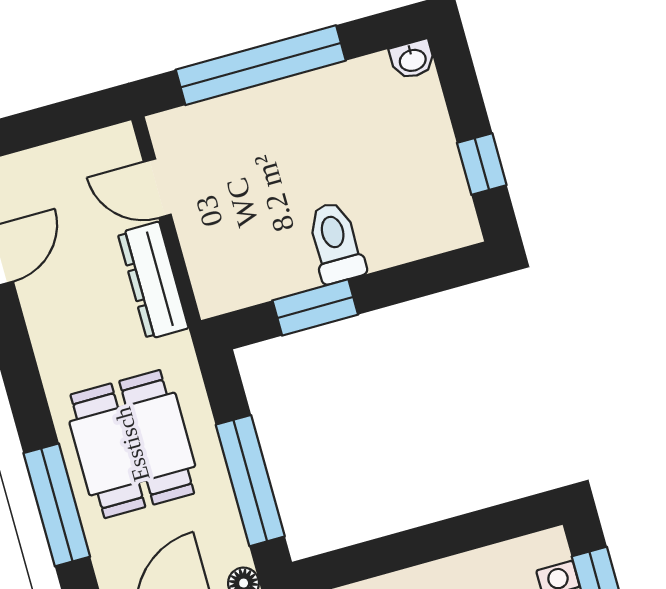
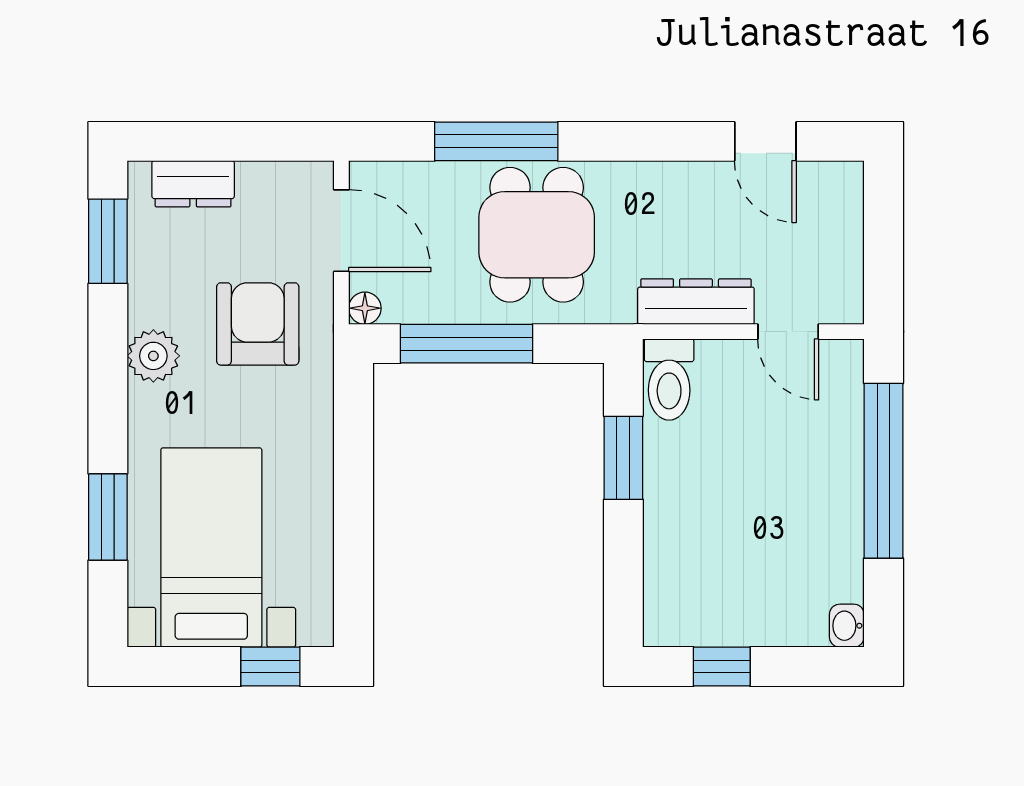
door: (157, 188) -> (788, 332), swing flipped
toilet: (336, 243) -> (669, 380), moved, turned 90
dining table: (132, 444) -> (537, 235), turned 90

